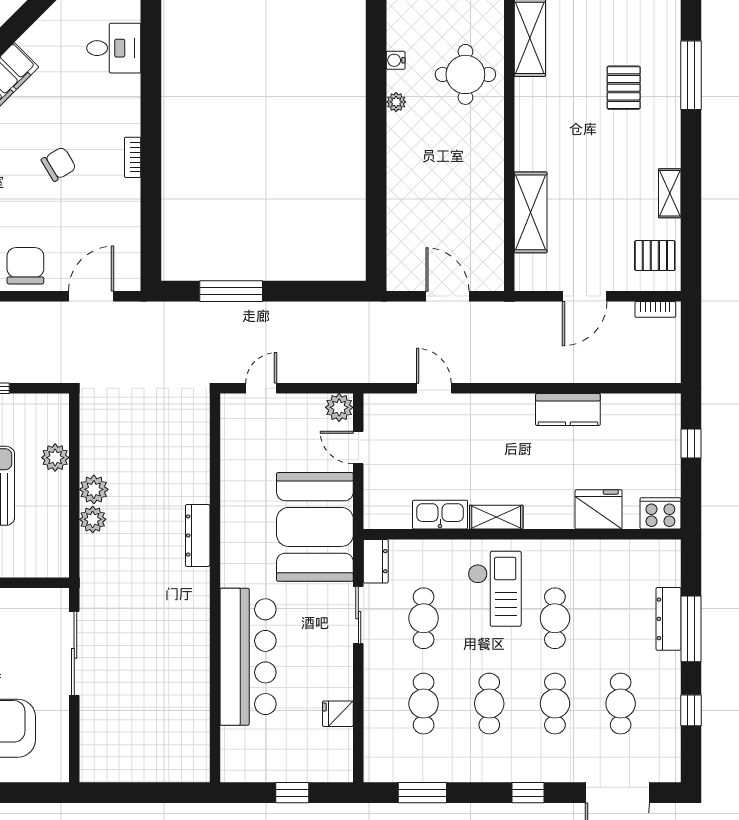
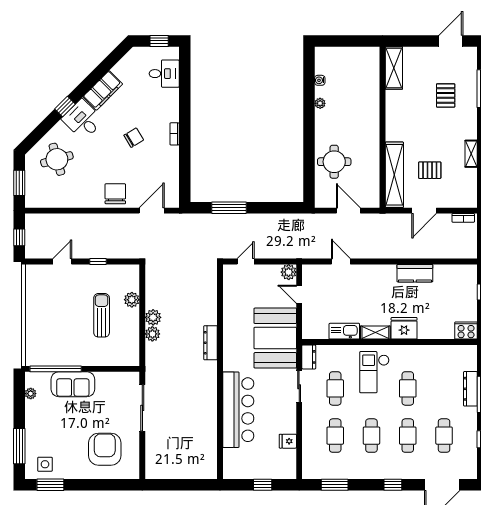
round table: (465, 74) -> (334, 162), moved
shelving: (531, 212) -> (394, 175), width x1.47
pallet: (655, 256) -> (430, 170), moved
fridge: (599, 509) -> (404, 328), moved
checkout: (495, 589) -> (374, 372), turned 180

